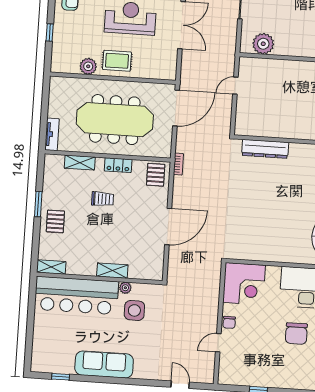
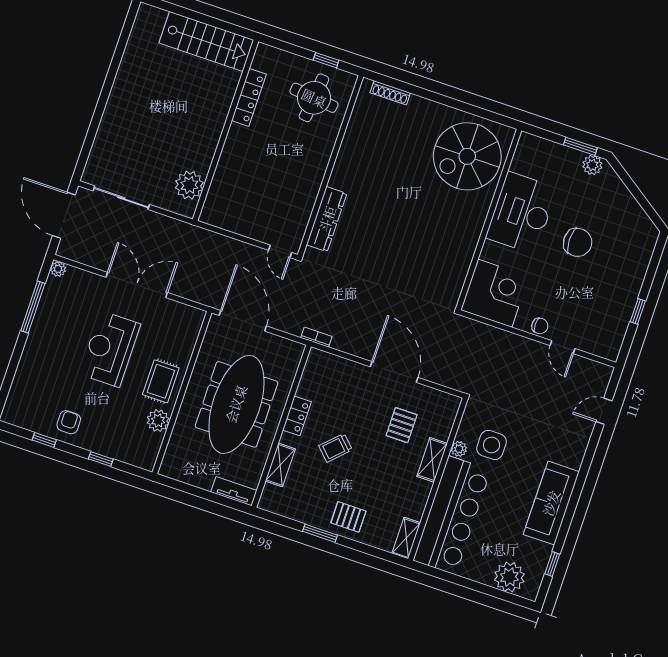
door: (235, 86) -> (280, 251), moved
pallet: (156, 175) -> (402, 425), moved, turned 90
trolley: (103, 199) -> (336, 448), turned -135
plant: (43, 348) -> (509, 577), added

